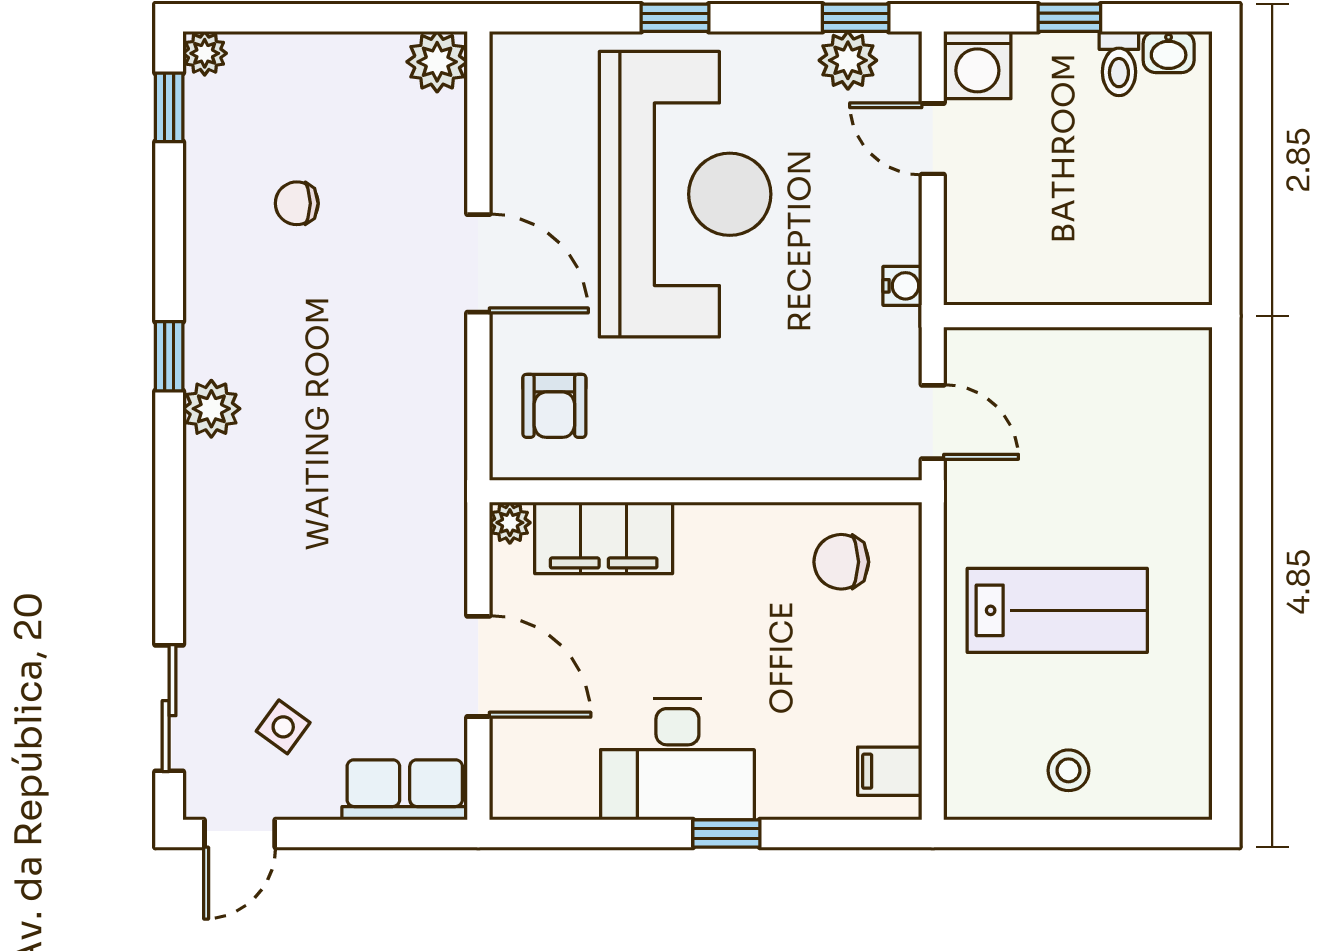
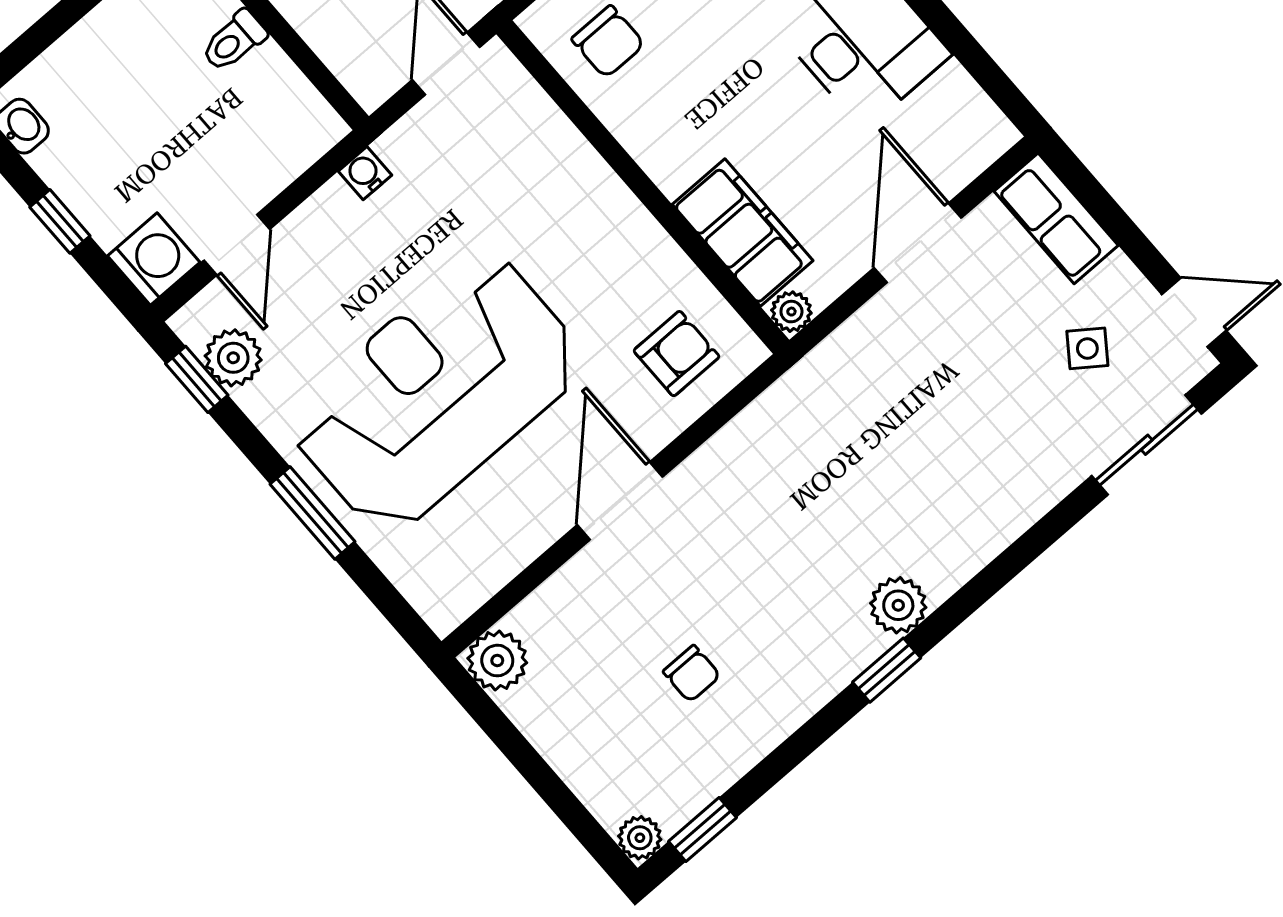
window: (675, 18) -> (312, 513), width x1.50
toilet: (1119, 64) -> (234, 41), moved, turned 180

